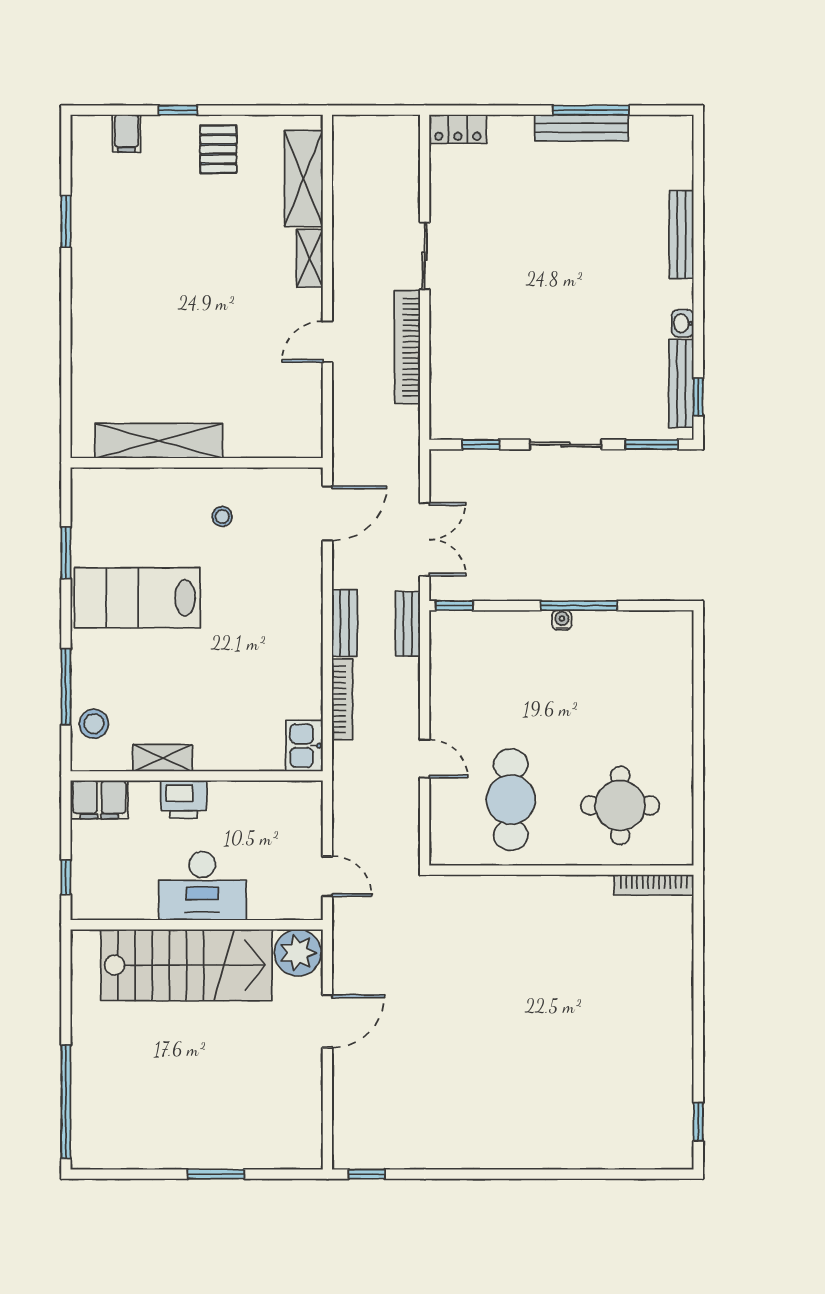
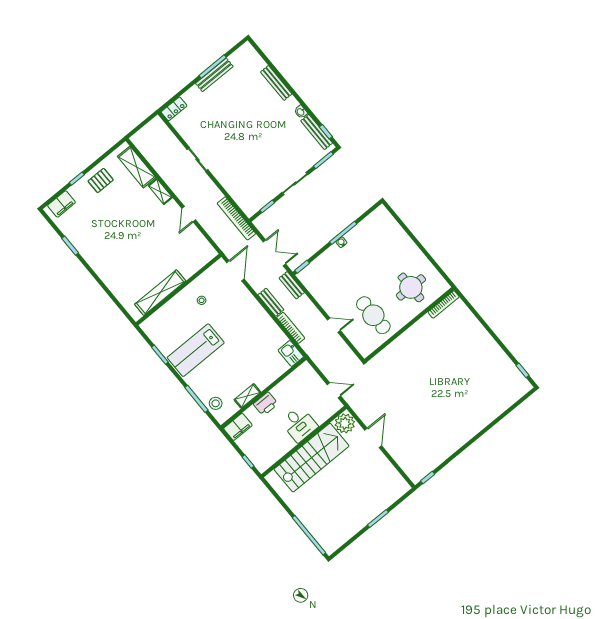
filing cabinet: (127, 133) -> (61, 204), width x2.00
pallet: (218, 149) -> (101, 180), turned 90
bookcase: (407, 347) -> (236, 218), moved
desk: (202, 886) -> (299, 424), width x0.73

